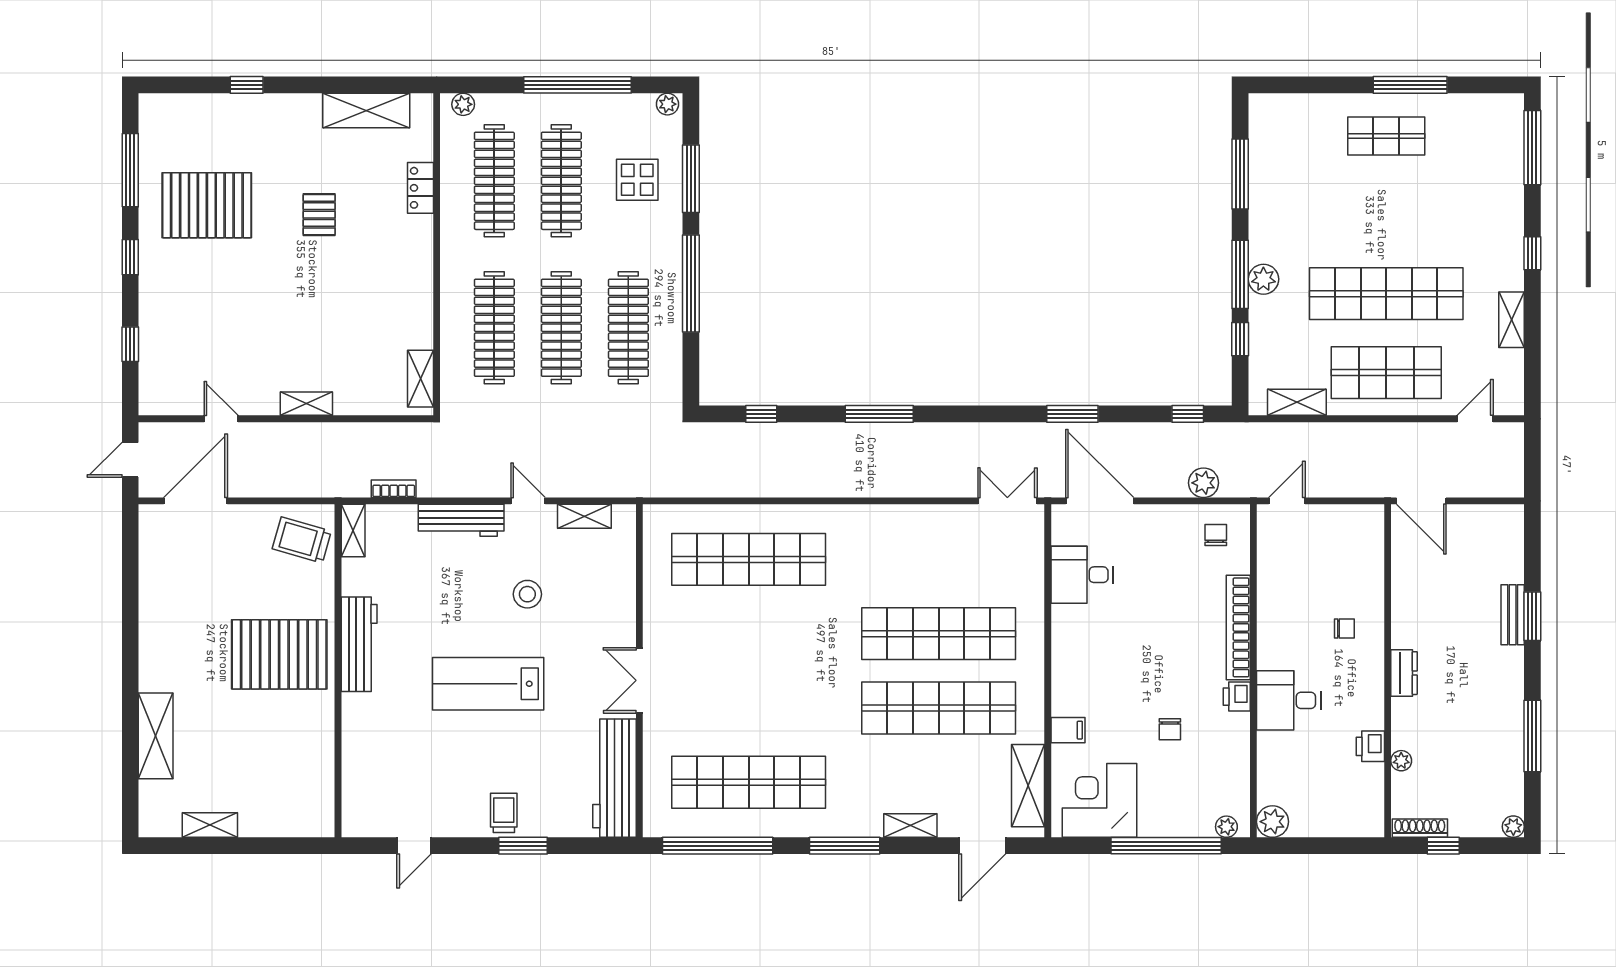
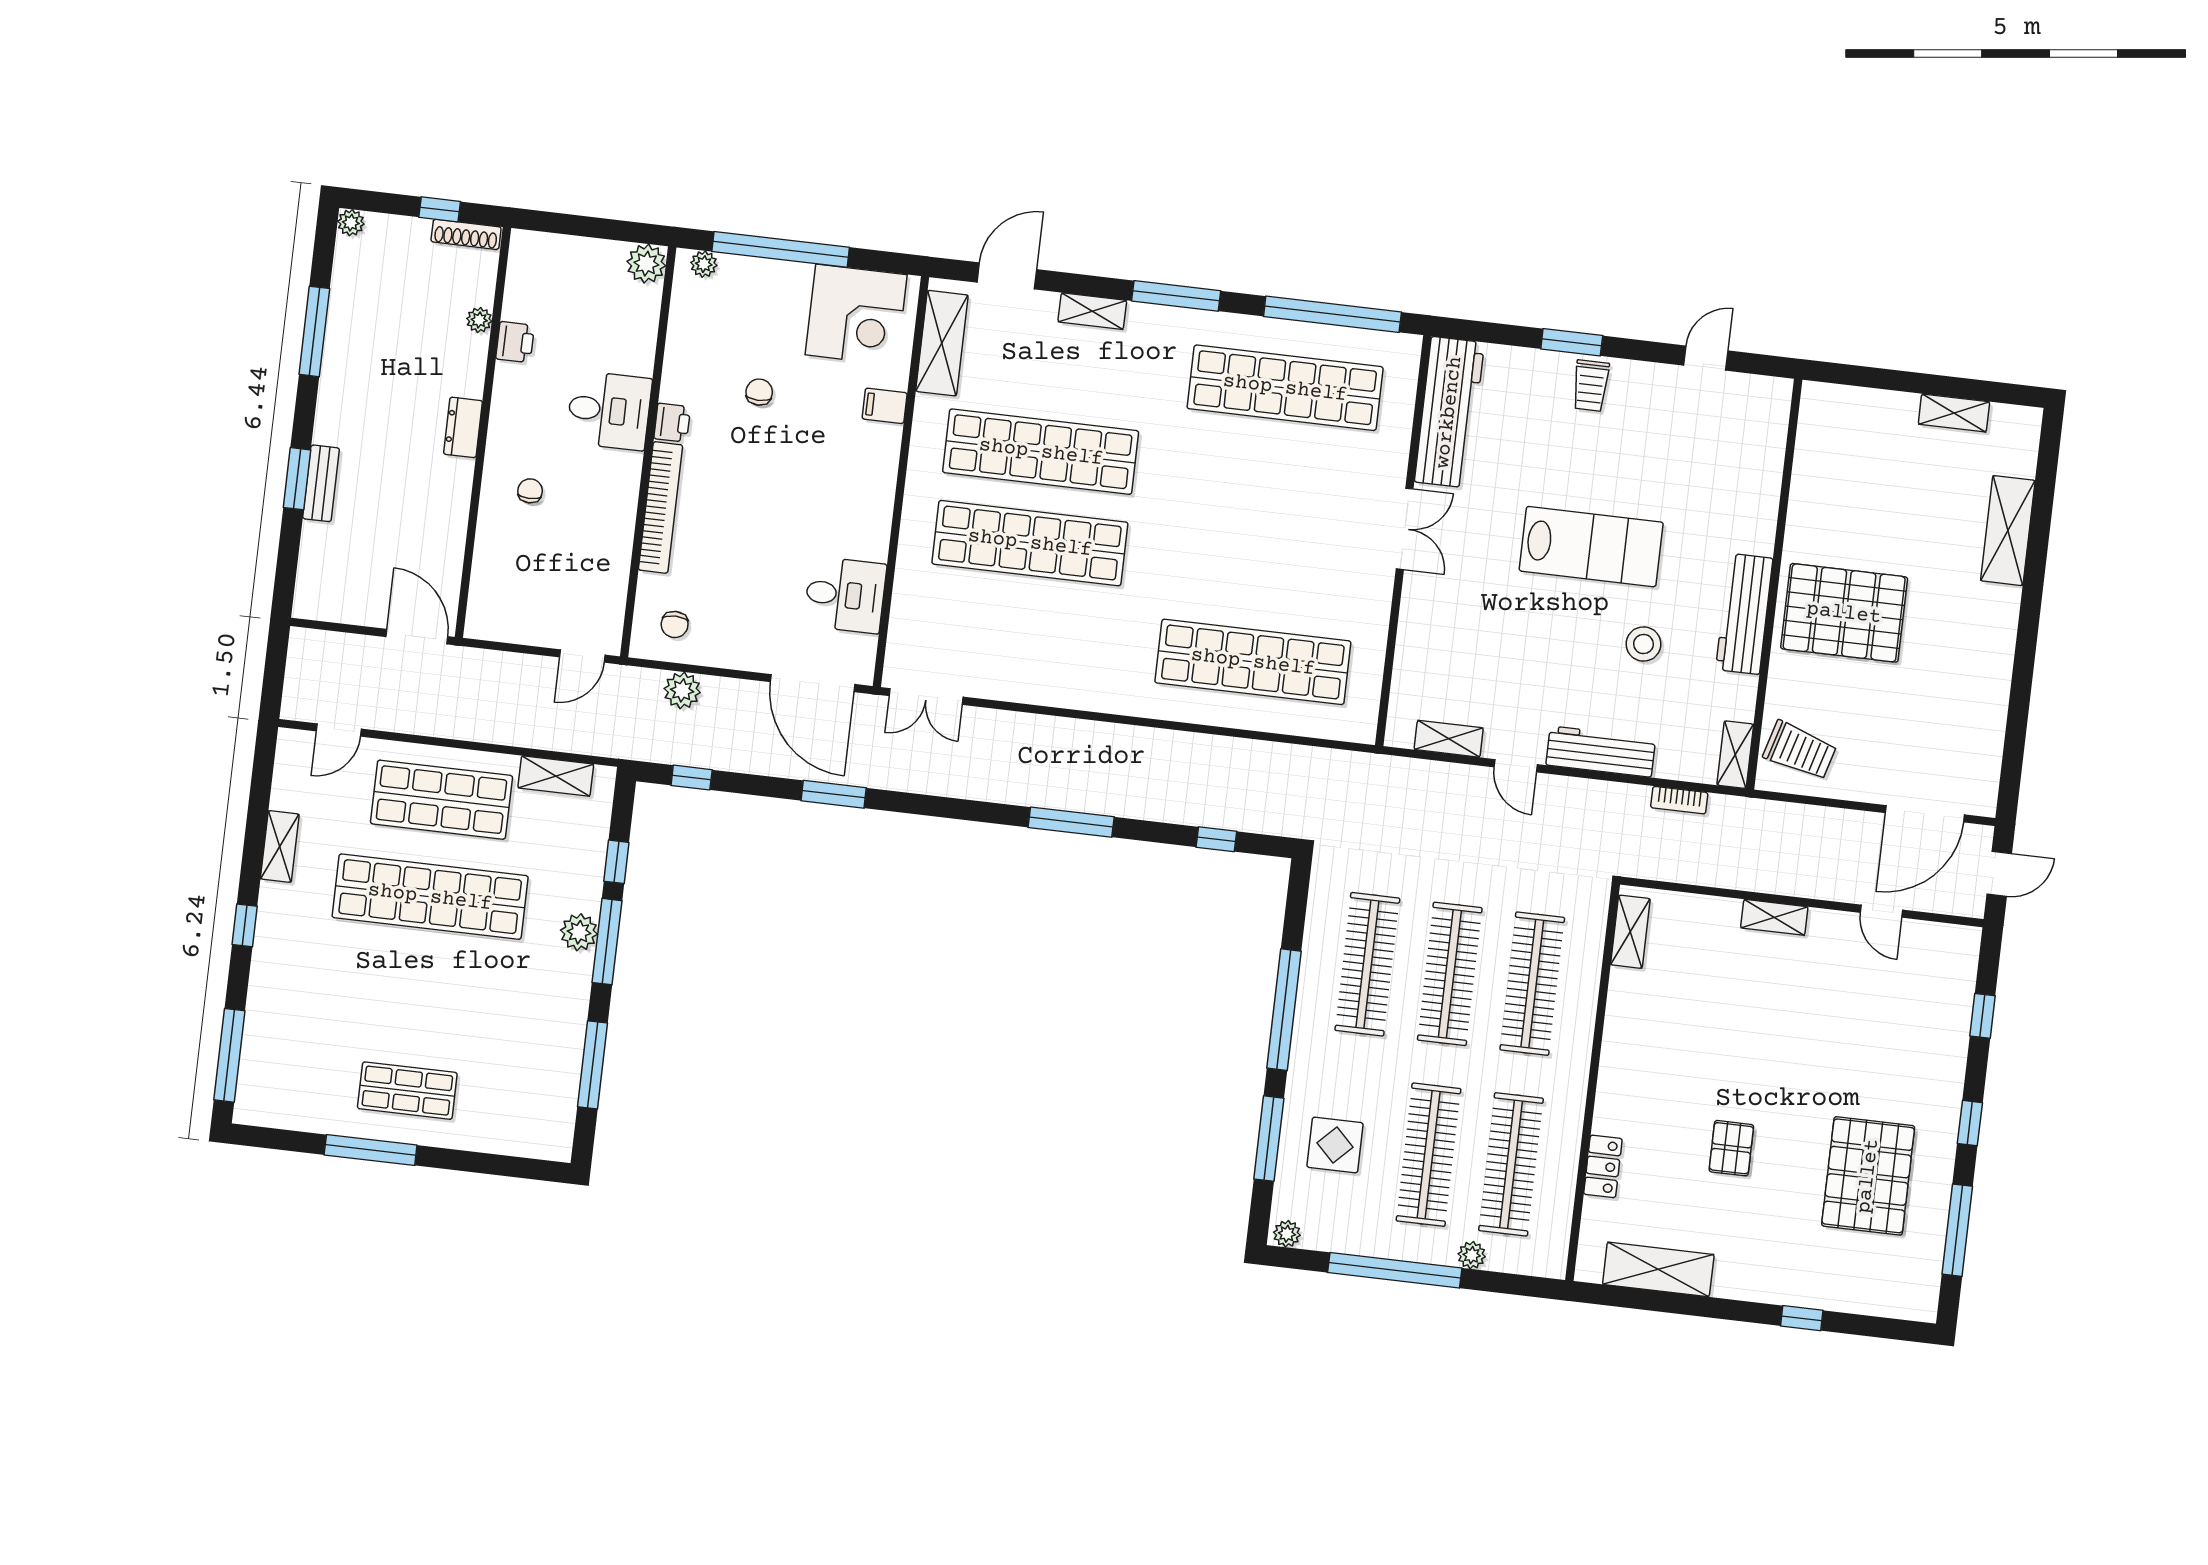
plant: (463, 104) -> (1472, 1255), moved
pallet: (207, 205) -> (1868, 1176), turned 90
stool: (527, 594) -> (1644, 644), moved
chair: (1344, 629) -> (530, 491), turned 90

